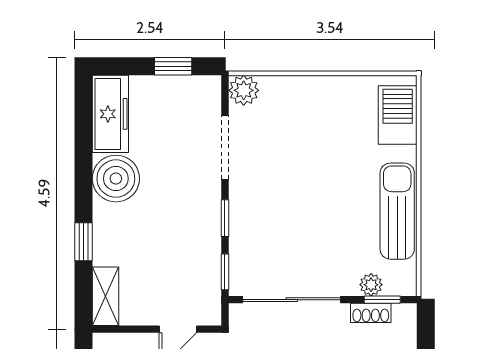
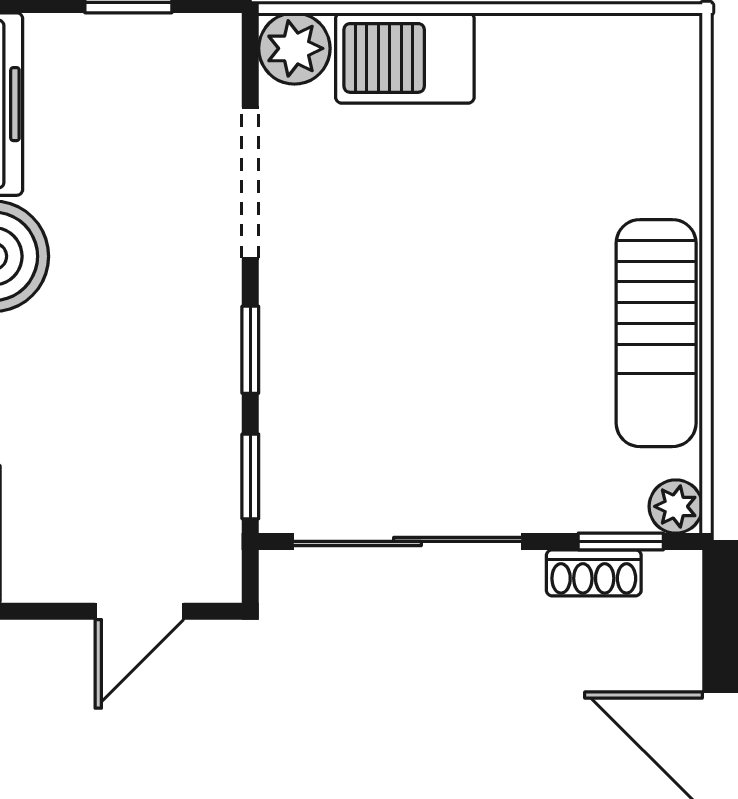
barbecue: (398, 115) -> (405, 58), moved, turned -90
sun lounger: (397, 211) -> (656, 333), turned 180
plant: (371, 285) -> (676, 506), moved

